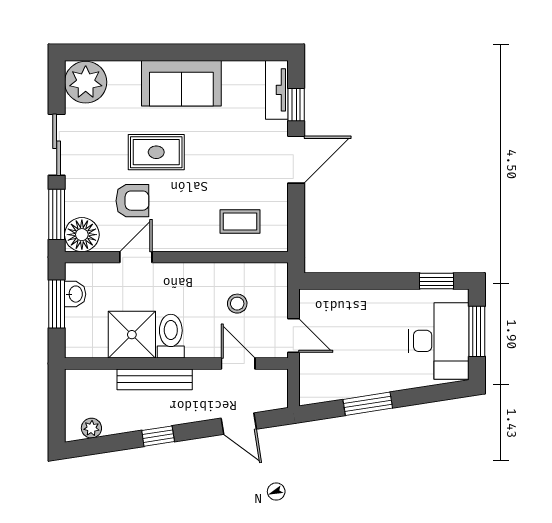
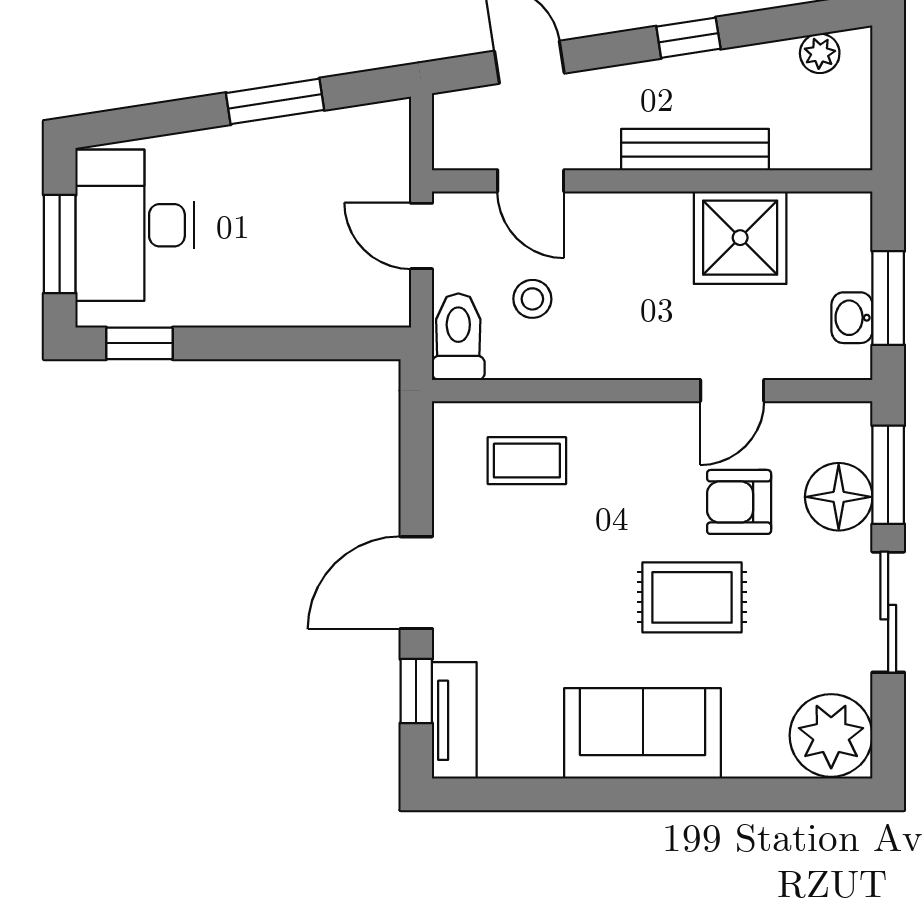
floor lamp: (82, 235) -> (839, 497), moved
toilet: (171, 336) -> (458, 337), moved, turned 180

